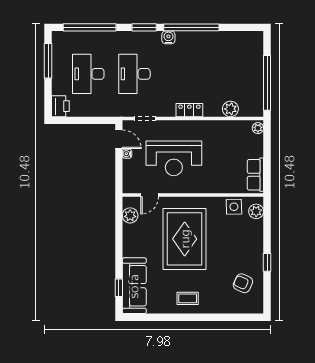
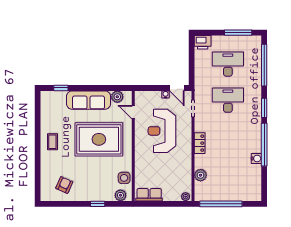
water cooler: (168, 37) -> (256, 158), moved
door: (119, 139) -> (177, 88), hinge flipped
window: (267, 262) -> (98, 204), moved
sofa: (134, 286) -> (89, 100), moved

